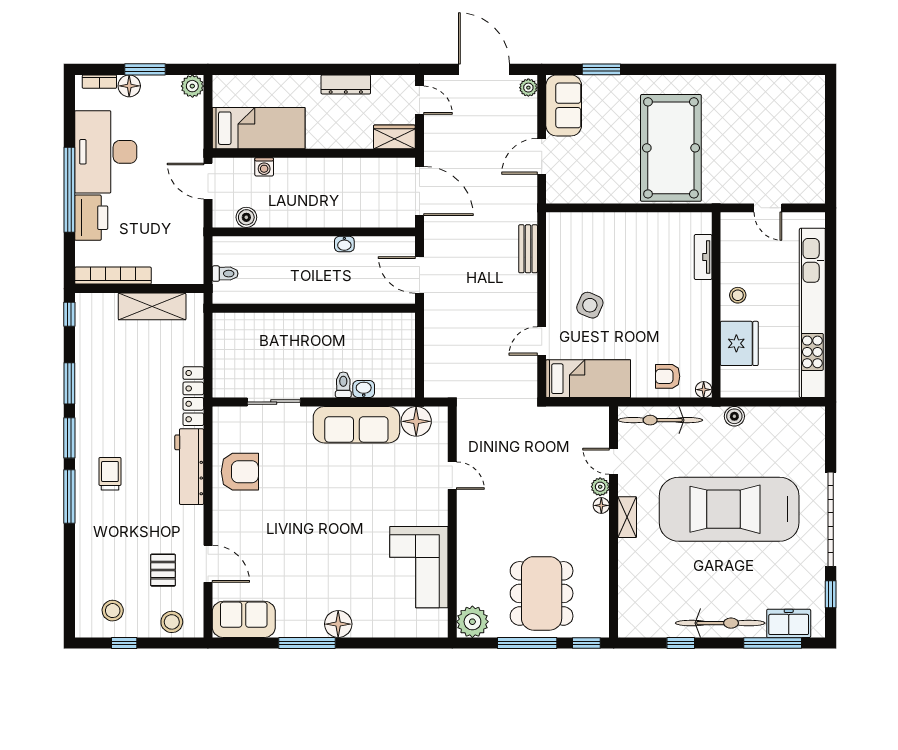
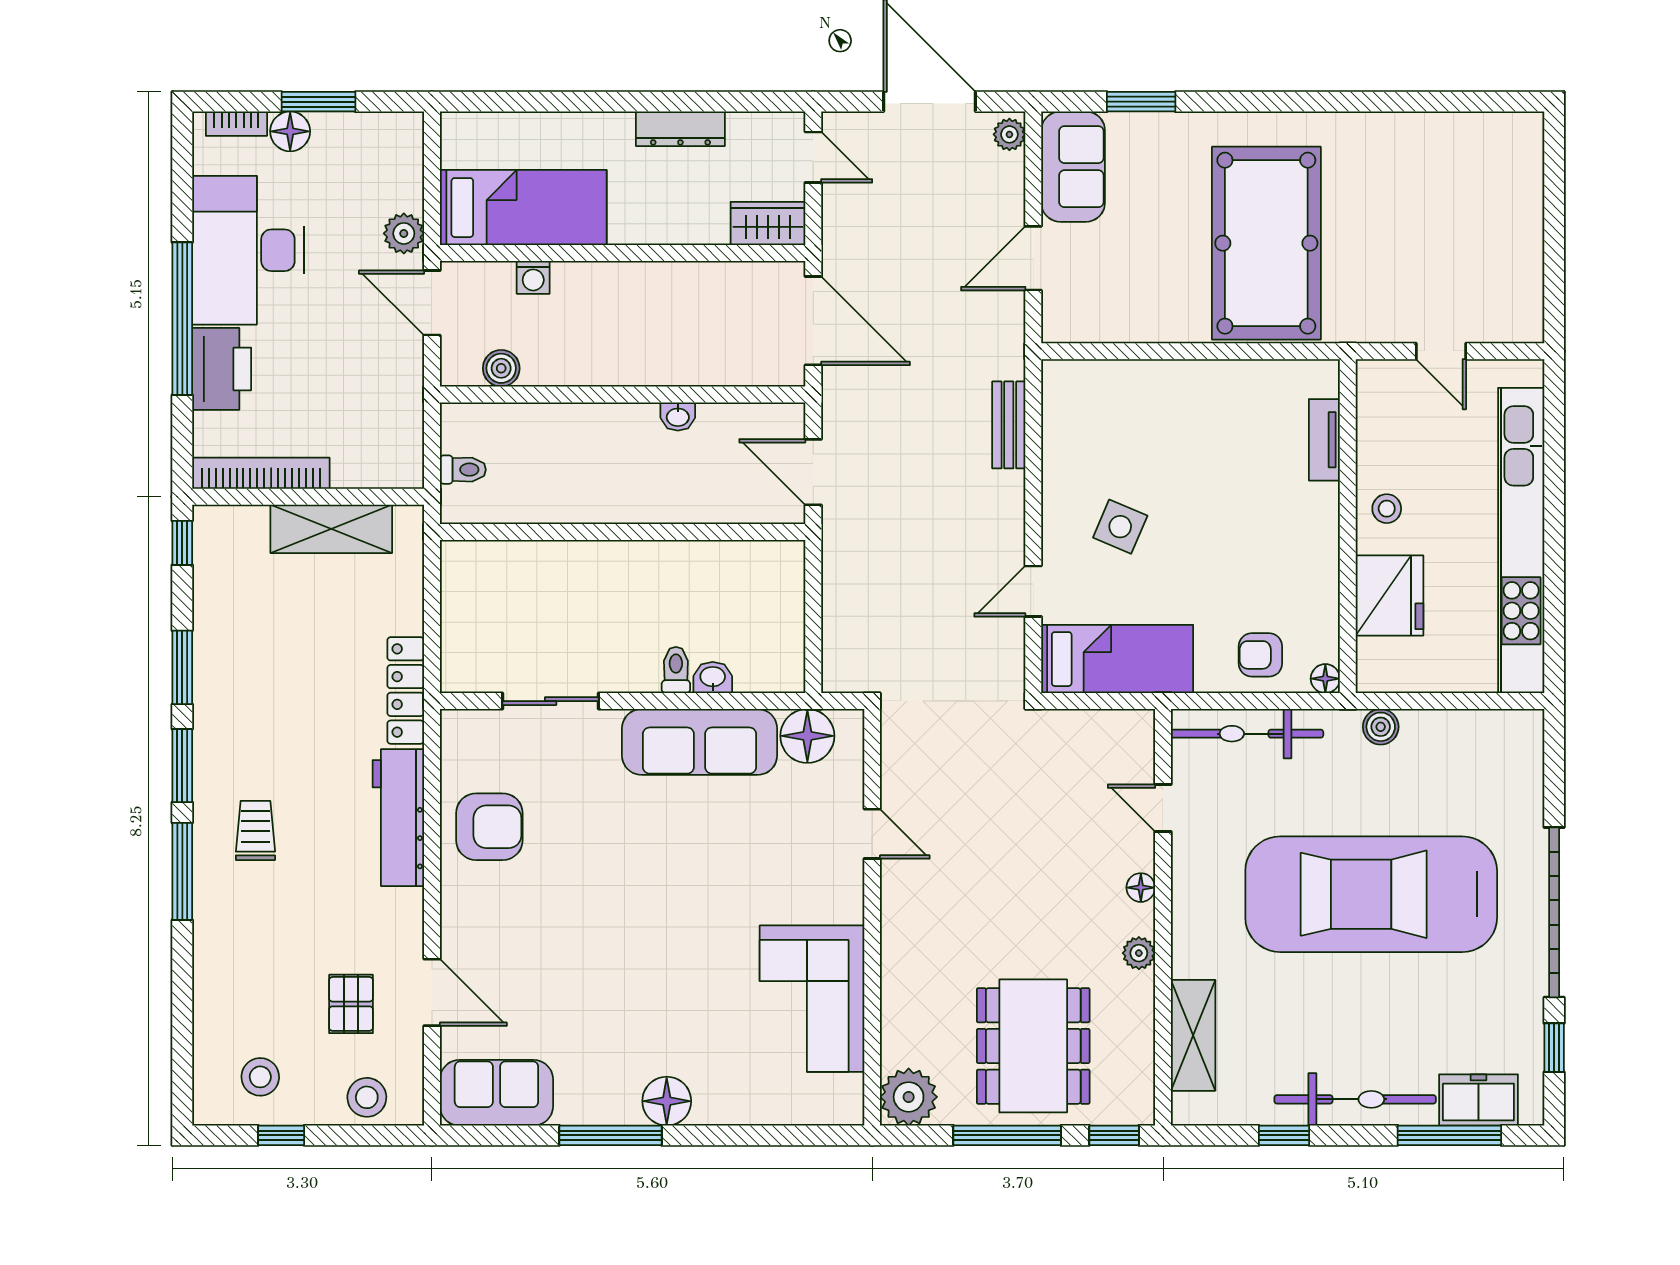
plant: (192, 86) -> (404, 233), moved
plant: (600, 487) -> (1139, 953), moved
shelving: (627, 517) -> (1193, 1035), moved, width x1.50, depth x1.33

